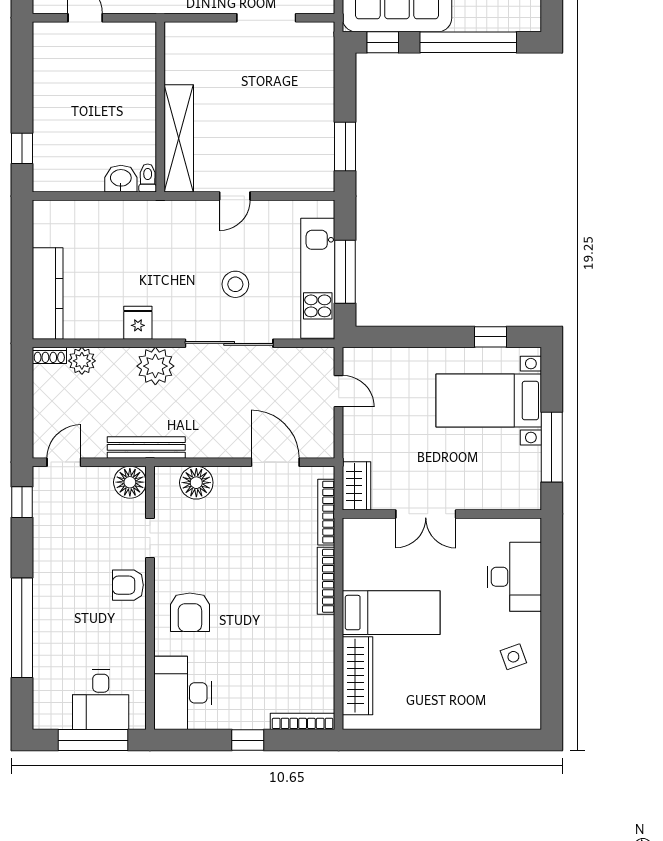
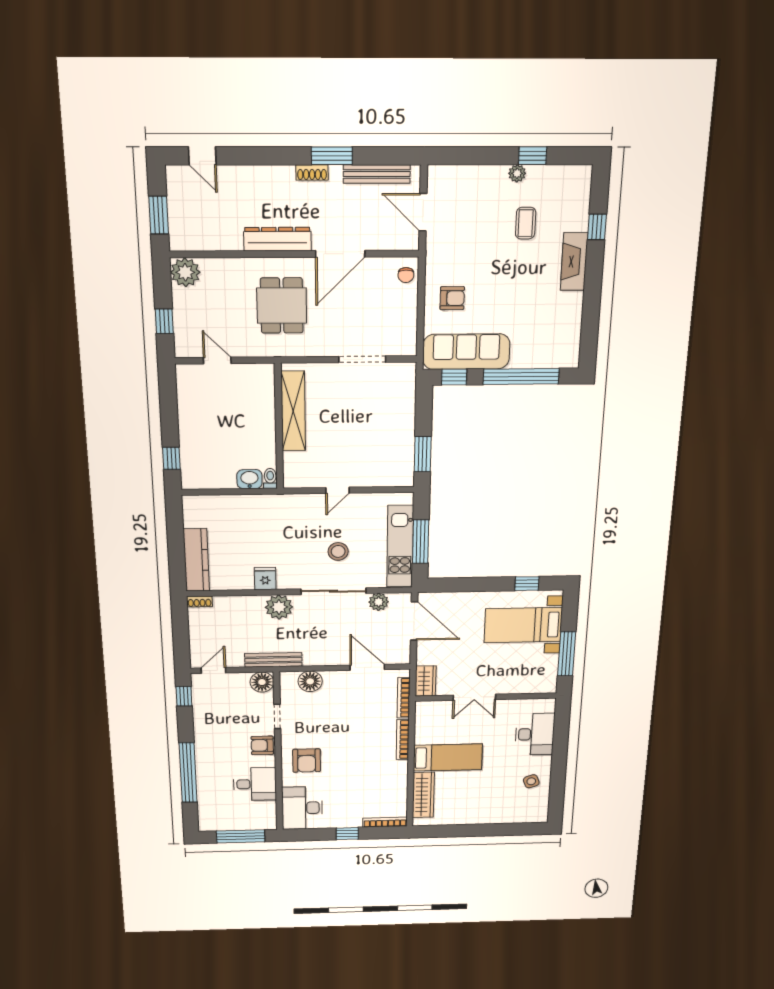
shelving: (179, 138) -> (293, 411), moved
plant: (82, 361) -> (379, 602), moved
door: (339, 391) -> (414, 621), width x1.88
desk: (101, 699) -> (255, 784), moved, turned -90

